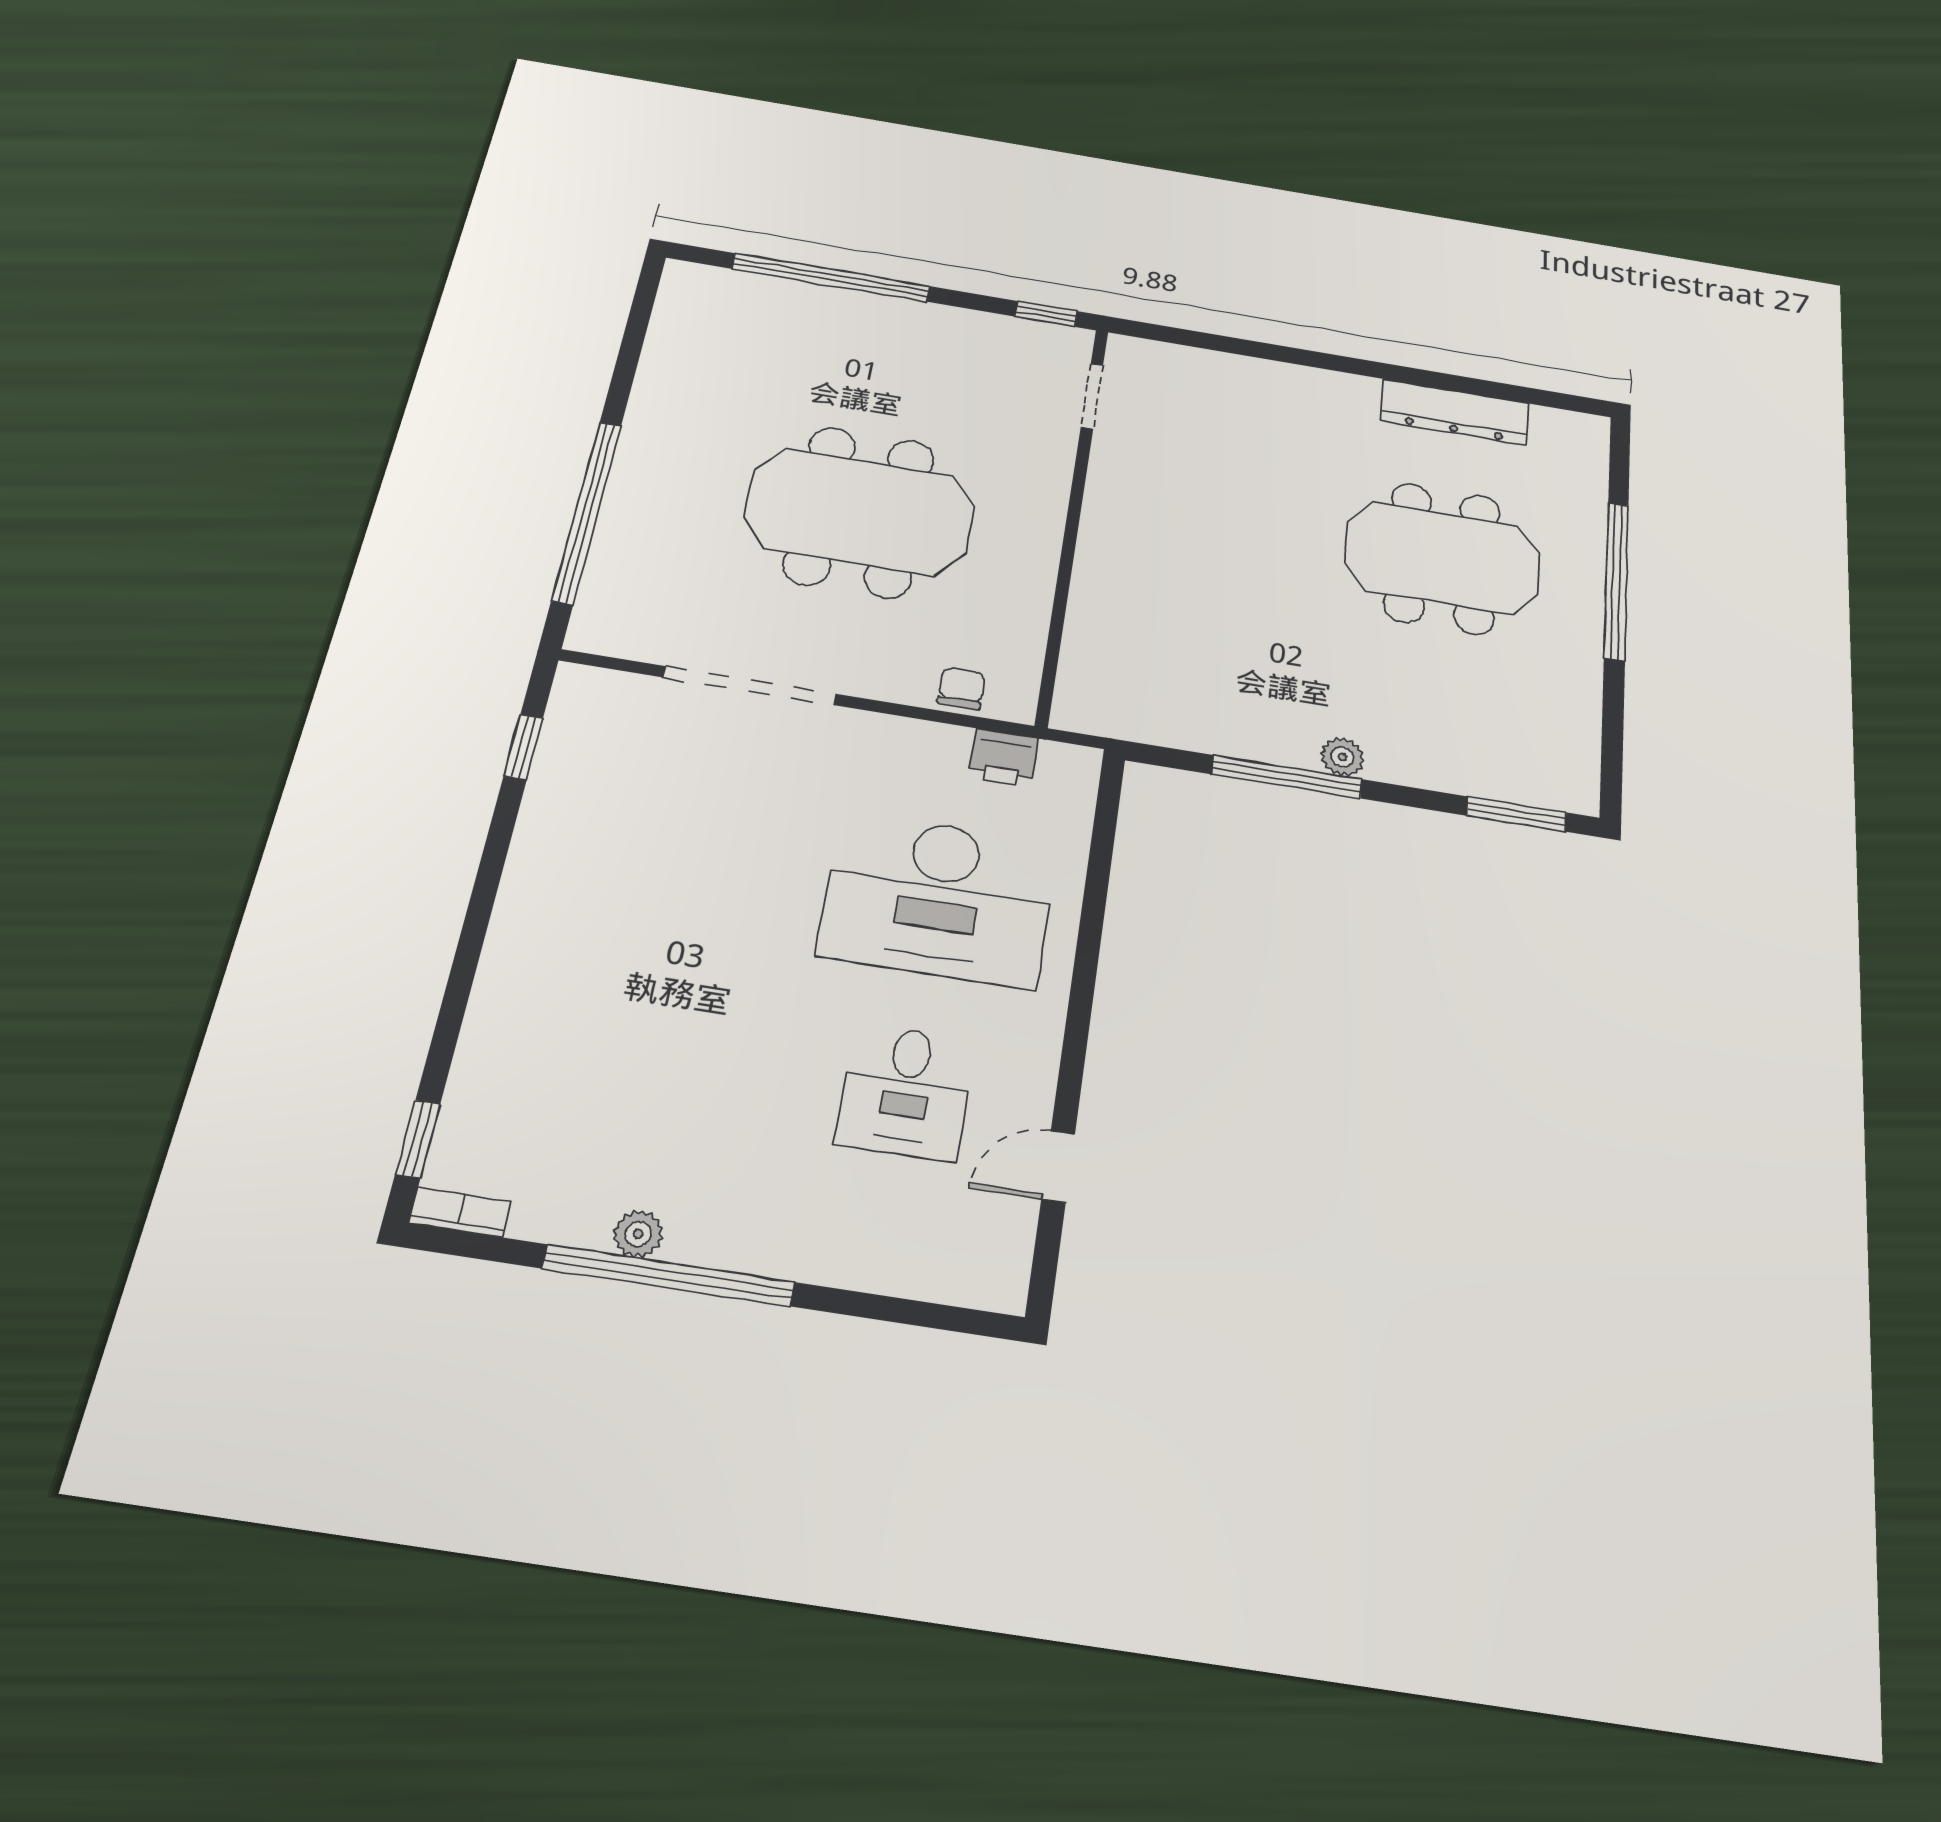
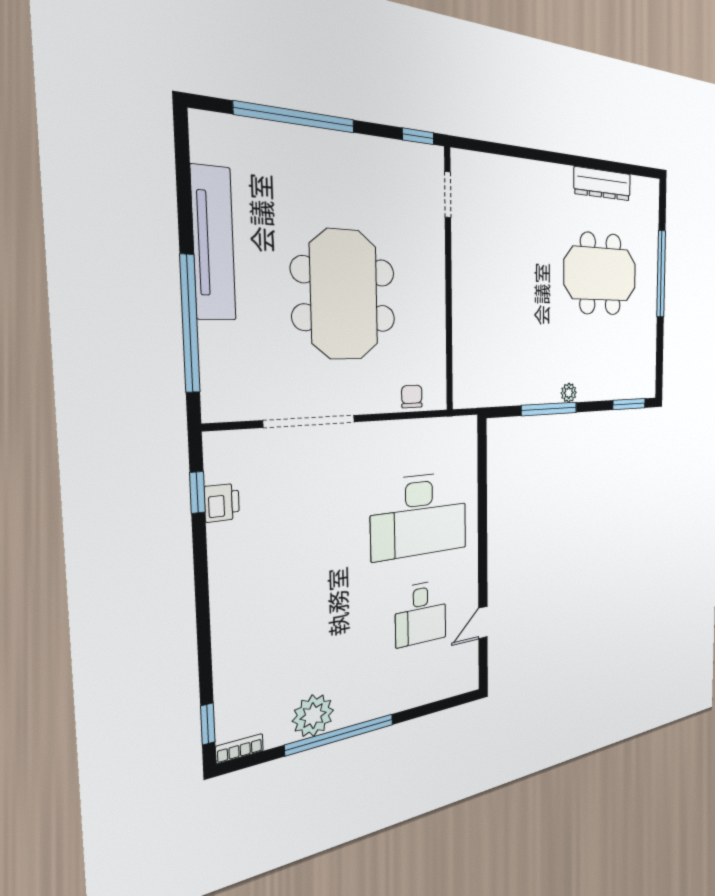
tv unit: (655, 416) -> (213, 243), added
meeting table: (860, 512) -> (344, 295), turned 90
printer: (1003, 758) -> (222, 503), moved, turned -90
plant: (638, 1234) -> (313, 716), width x1.88, depth x1.88

